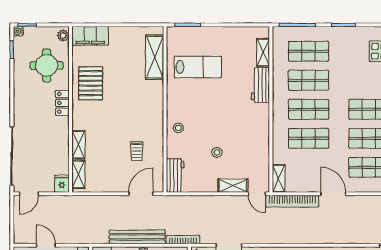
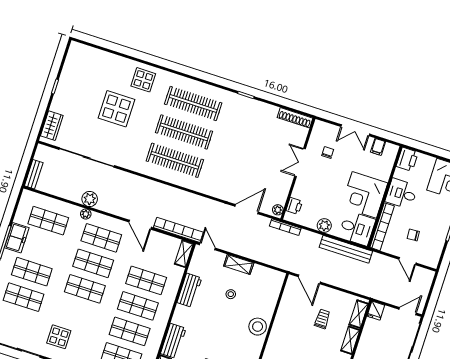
stool: (178, 128) -> (258, 327), width x1.89, depth x1.89
trolley: (137, 151) -> (322, 319), moved
workbench: (175, 175) -> (189, 290), moved, turned 180
shelving: (233, 186) -> (239, 264), moved
door: (141, 194) -> (309, 279), hinge flipped
bench: (137, 237) -> (346, 249), moved

